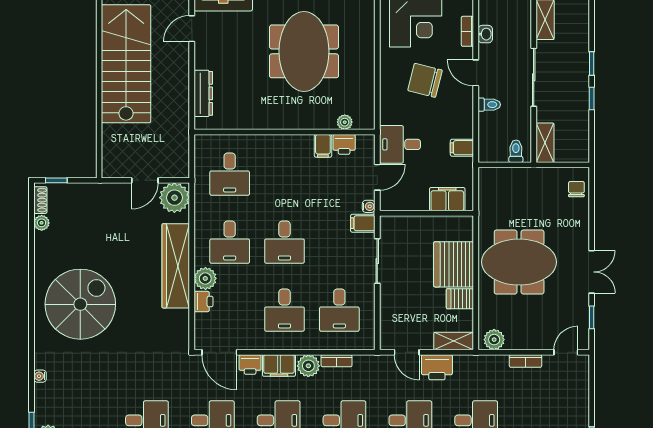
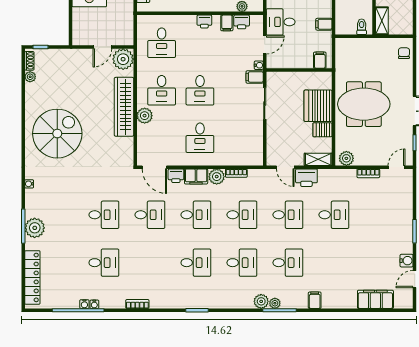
filing cabinet: (447, 199) -> (320, 60), width x0.50
printer: (203, 301) -> (204, 21), moved, turned 90
desk: (339, 310) -> (238, 138), removed

